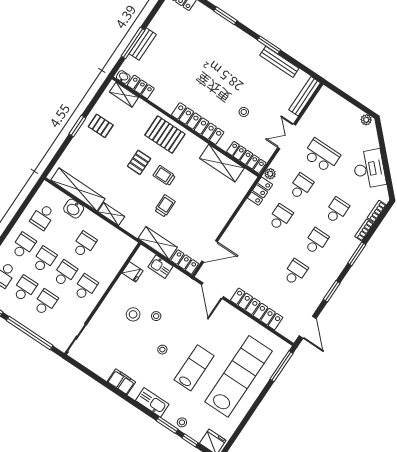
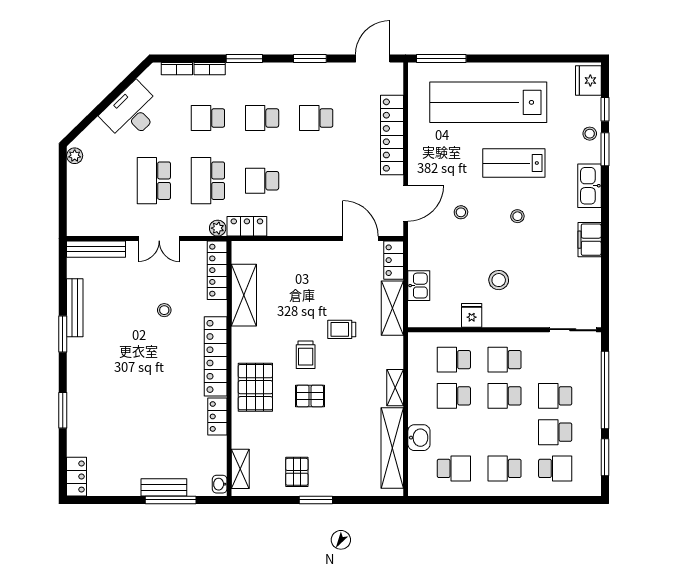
locker: (141, 87) -> (217, 416), moved
school desk: (301, 186) -> (208, 181), width x1.85
school desk: (44, 260) -> (454, 360), moved
fridge: (132, 272) -> (472, 315), moved
stool: (156, 316) -> (461, 212), moved

